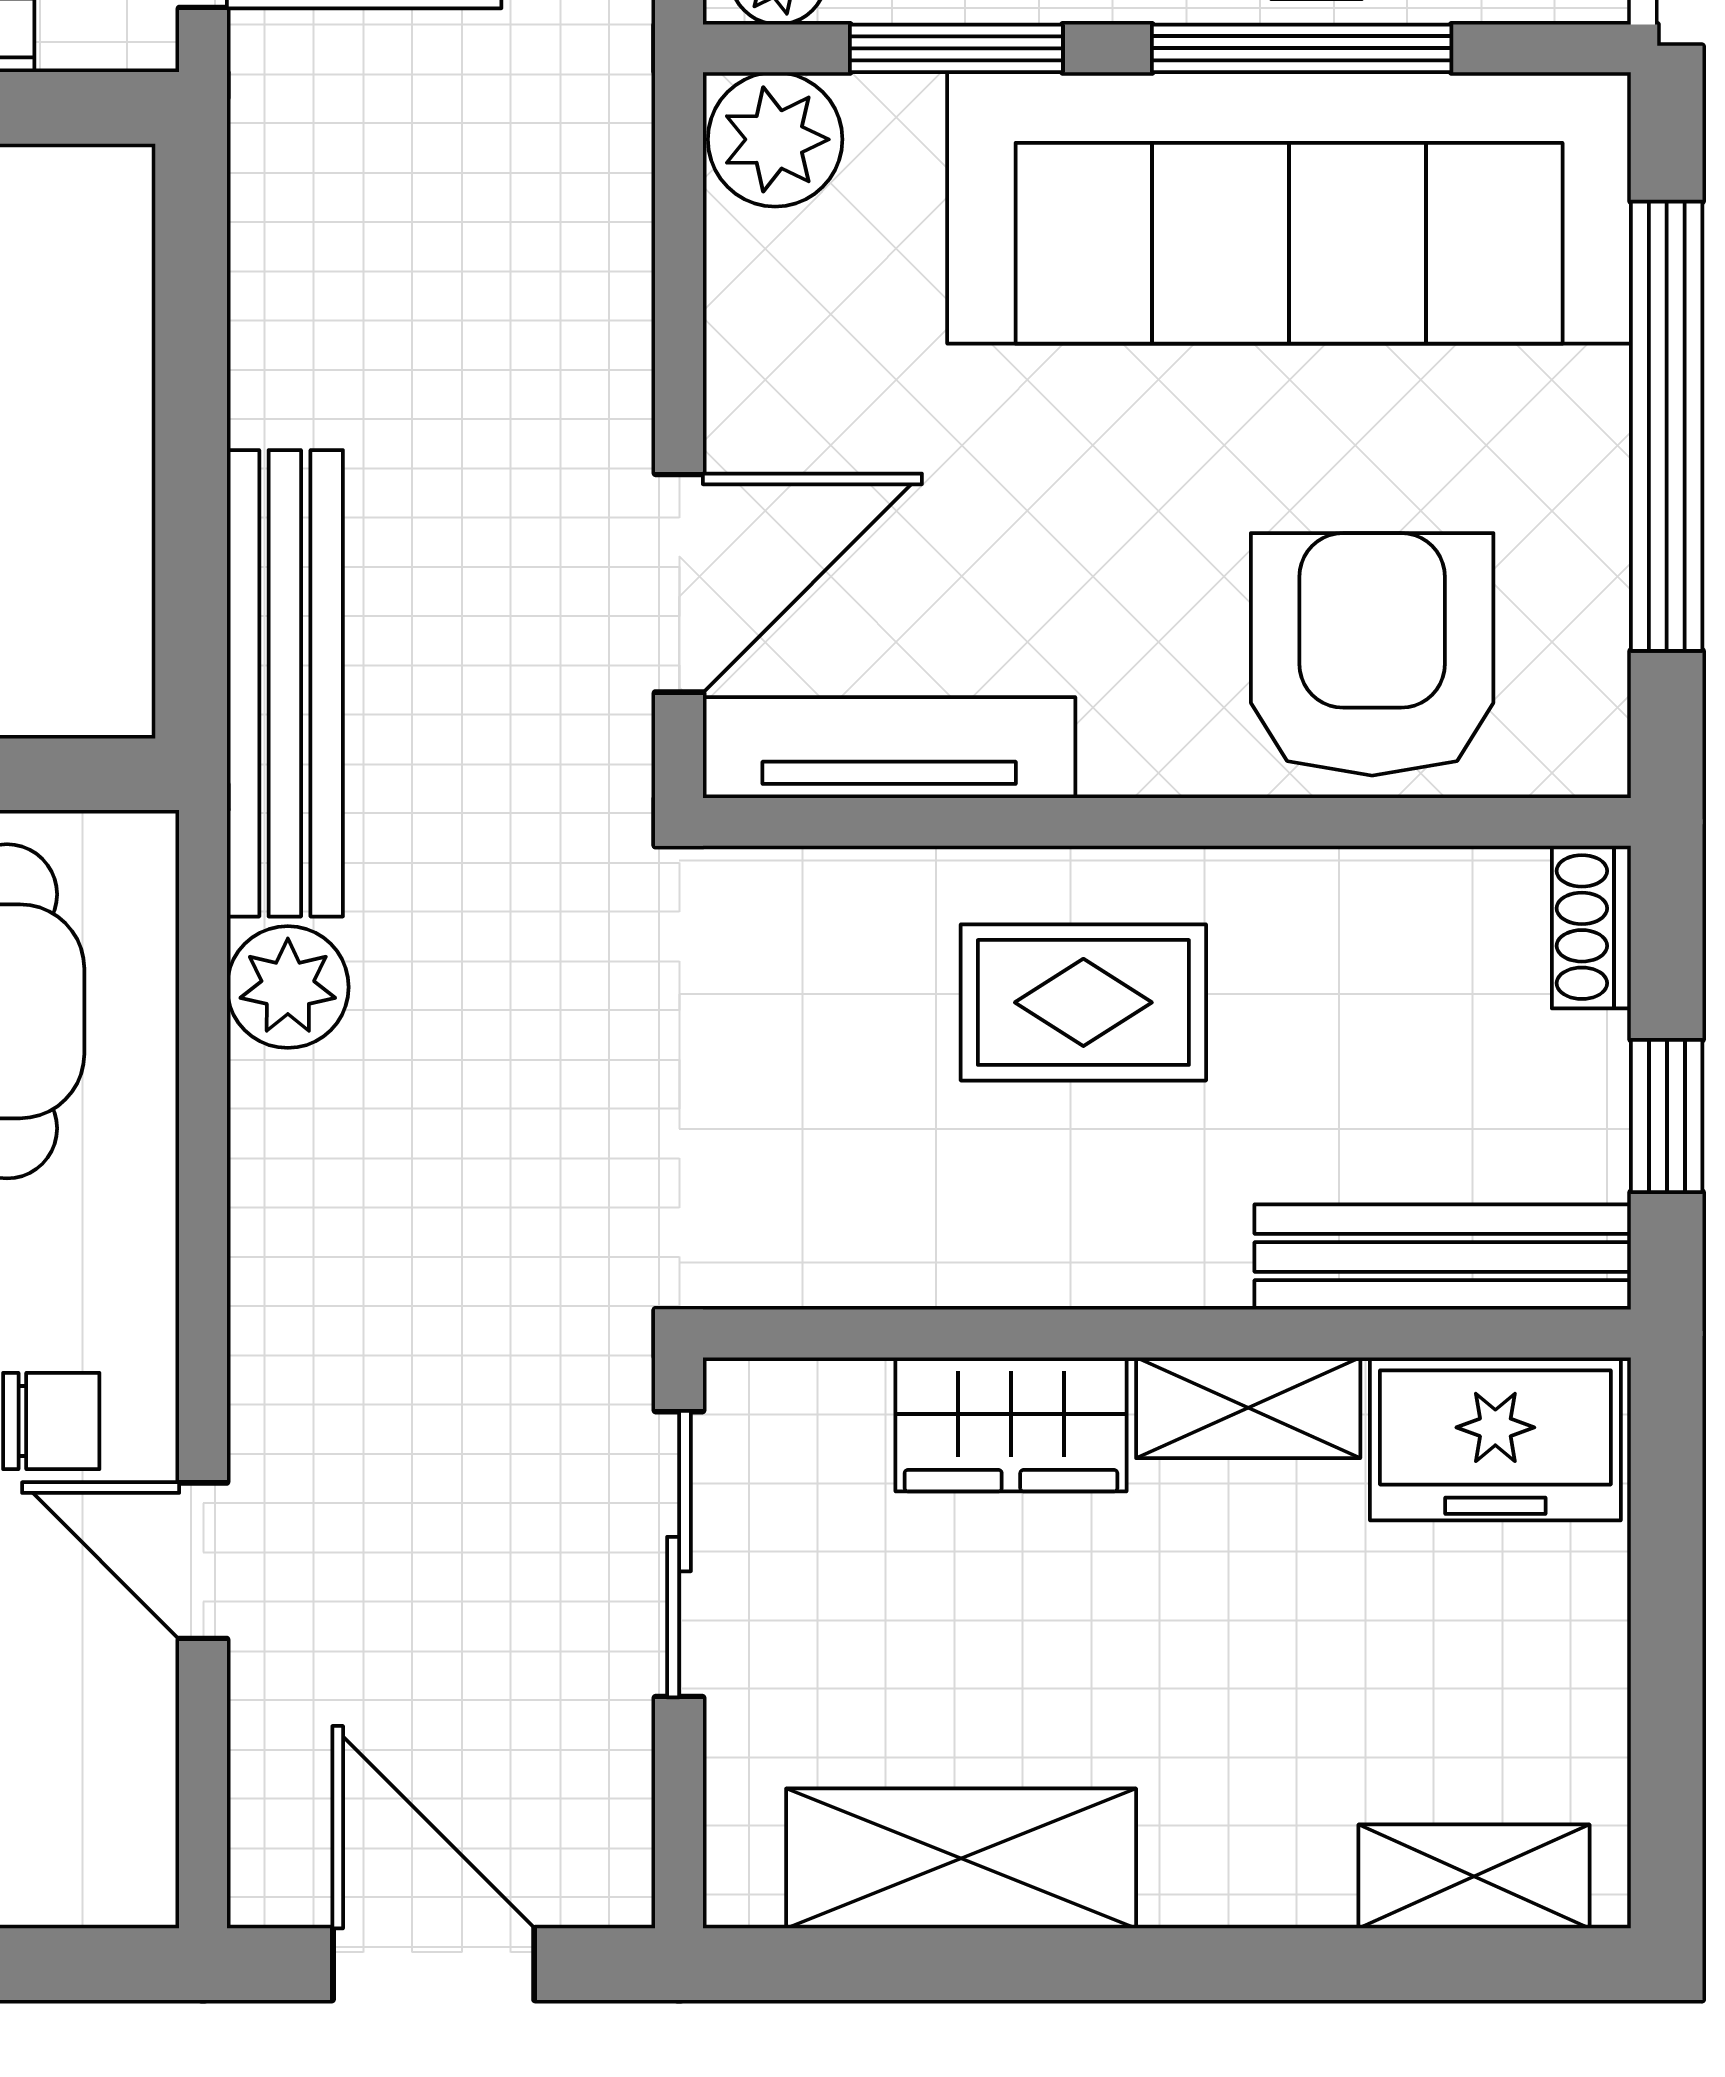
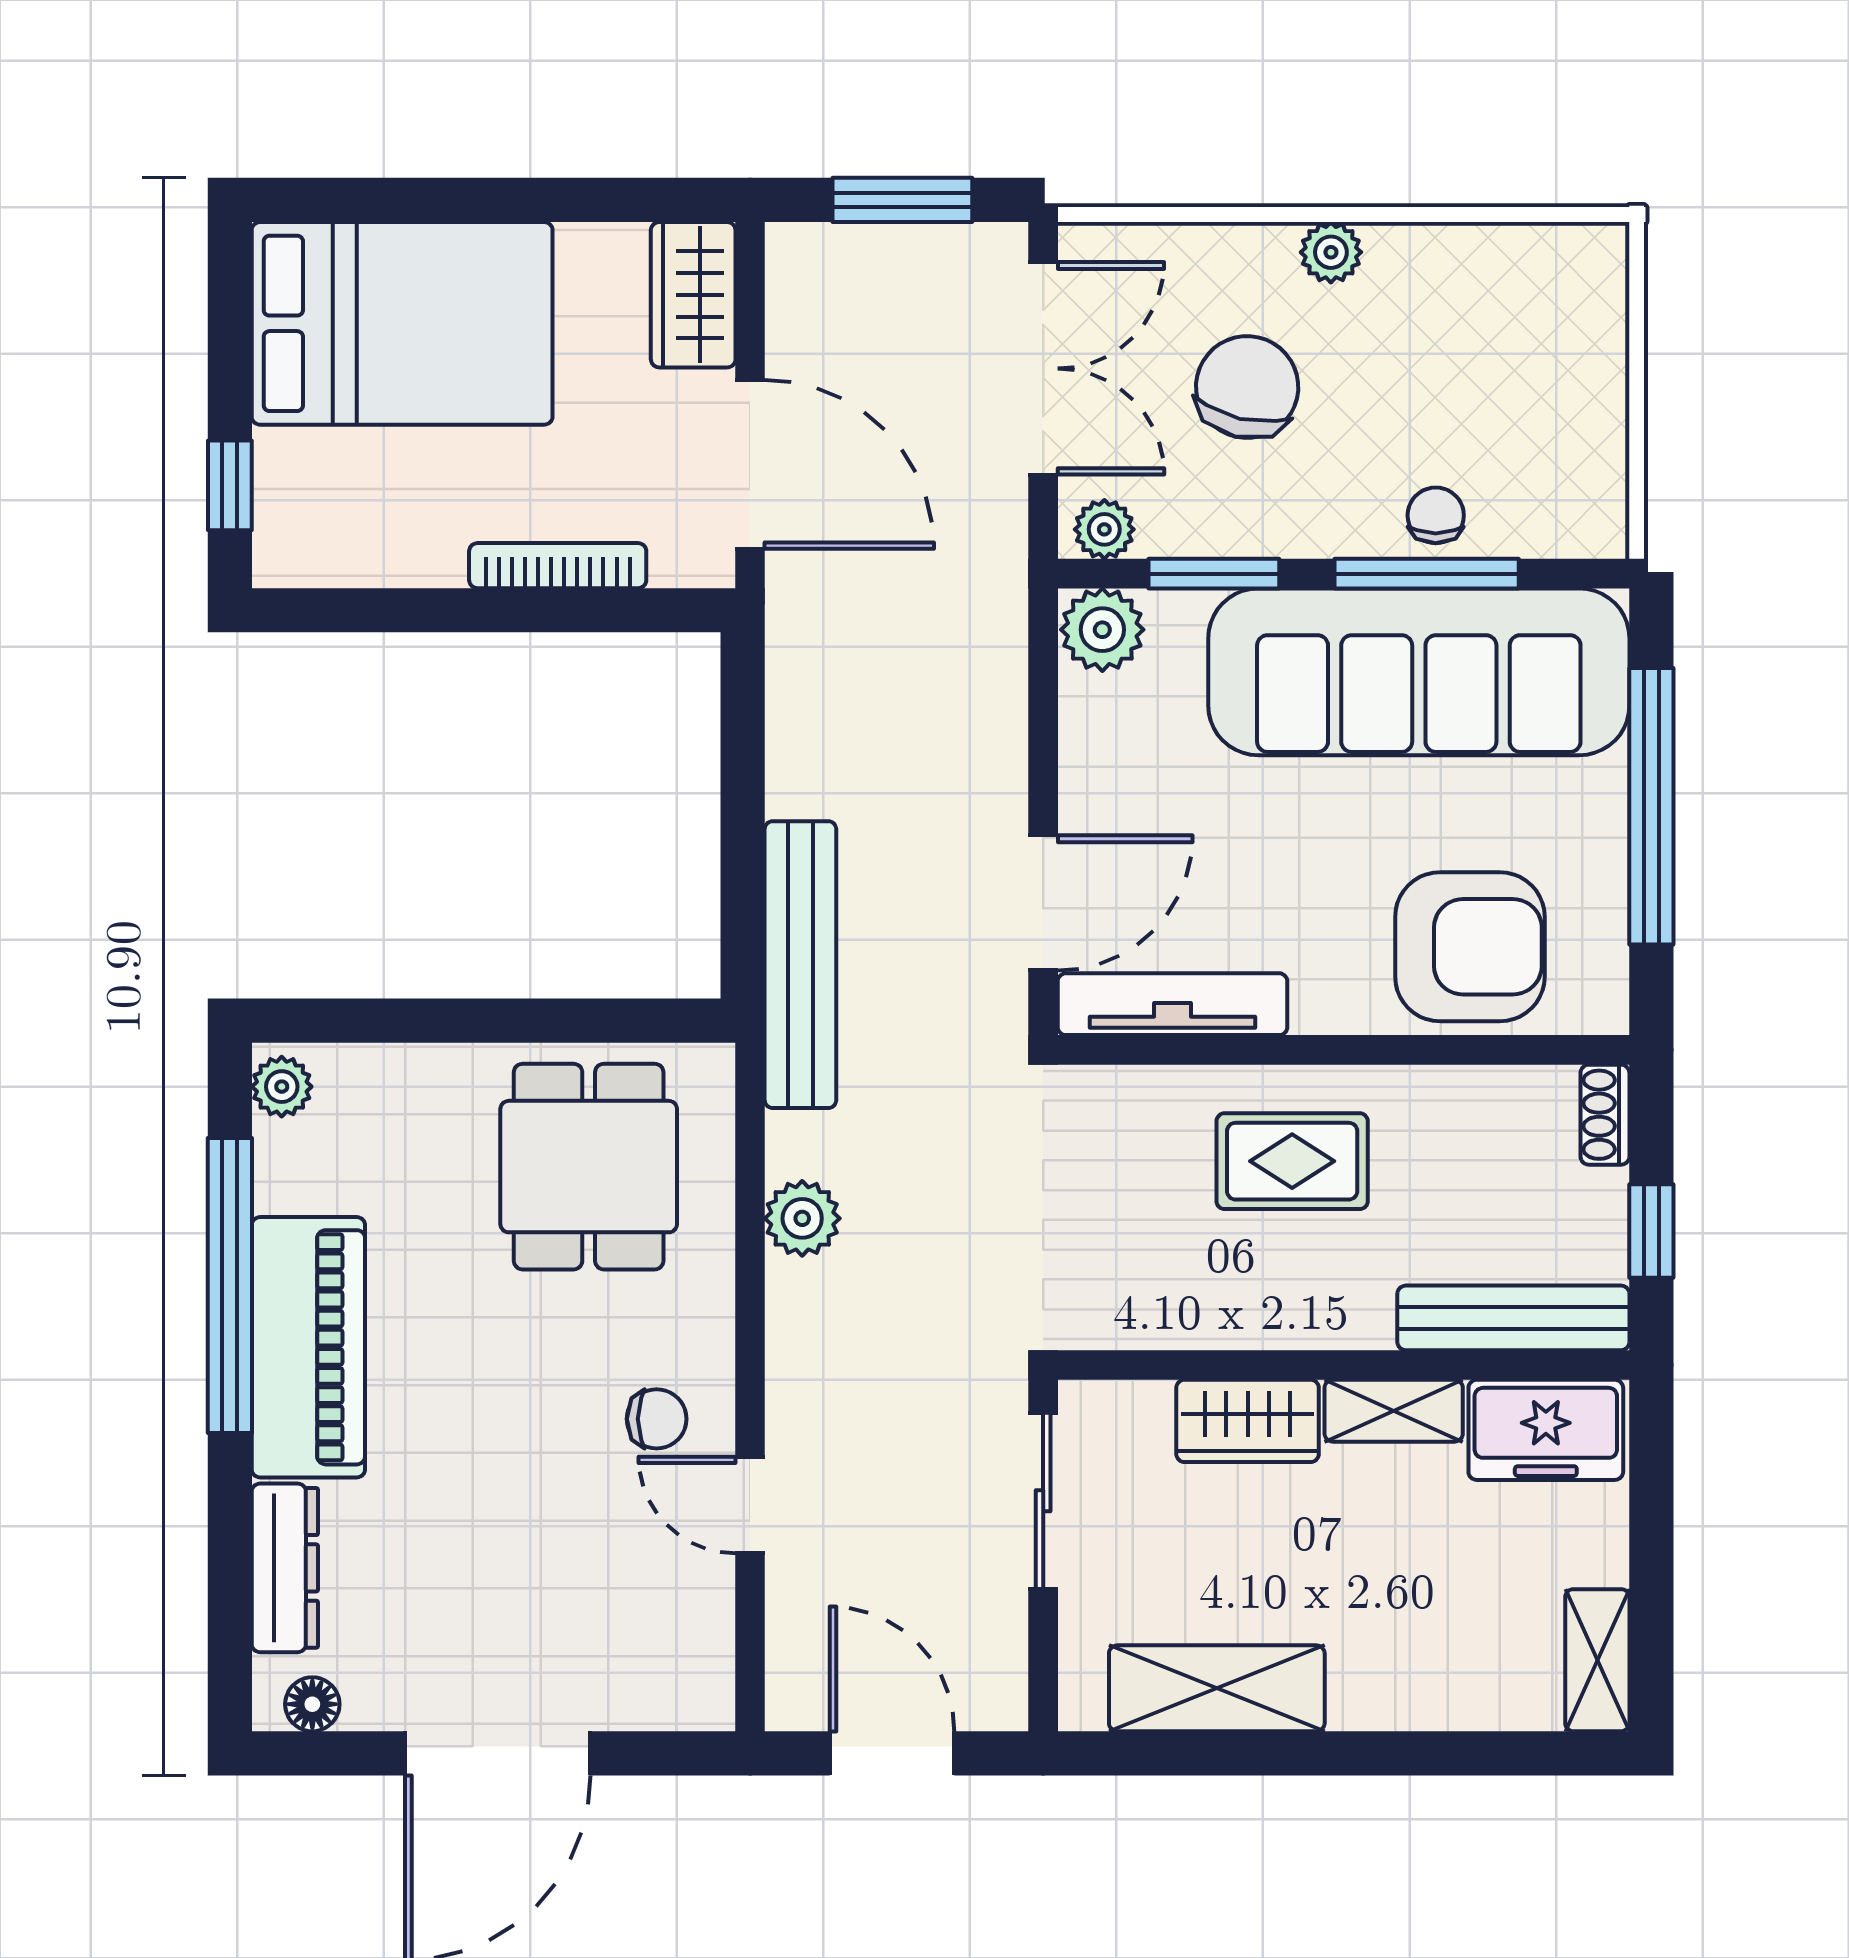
armchair: (1372, 654) -> (1470, 947), turned 90
plant: (288, 987) -> (802, 1218), moved
shelving: (1474, 1876) -> (1597, 1660), moved, turned 90

